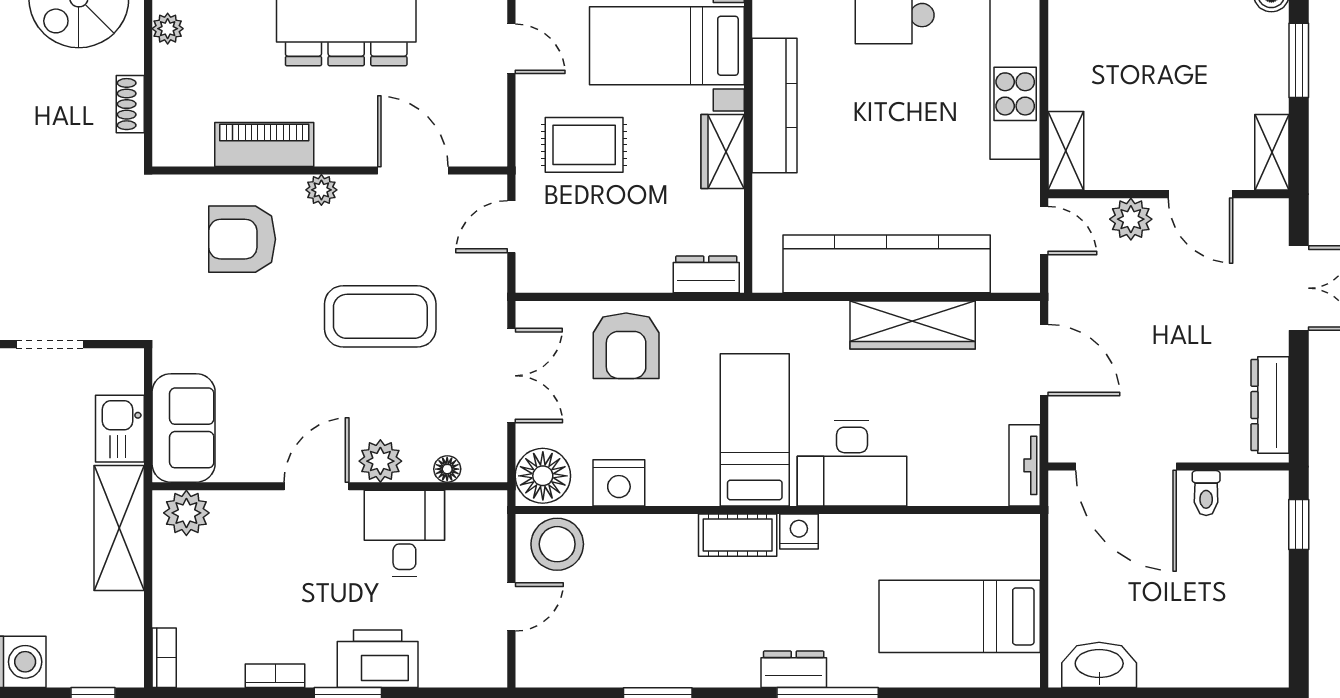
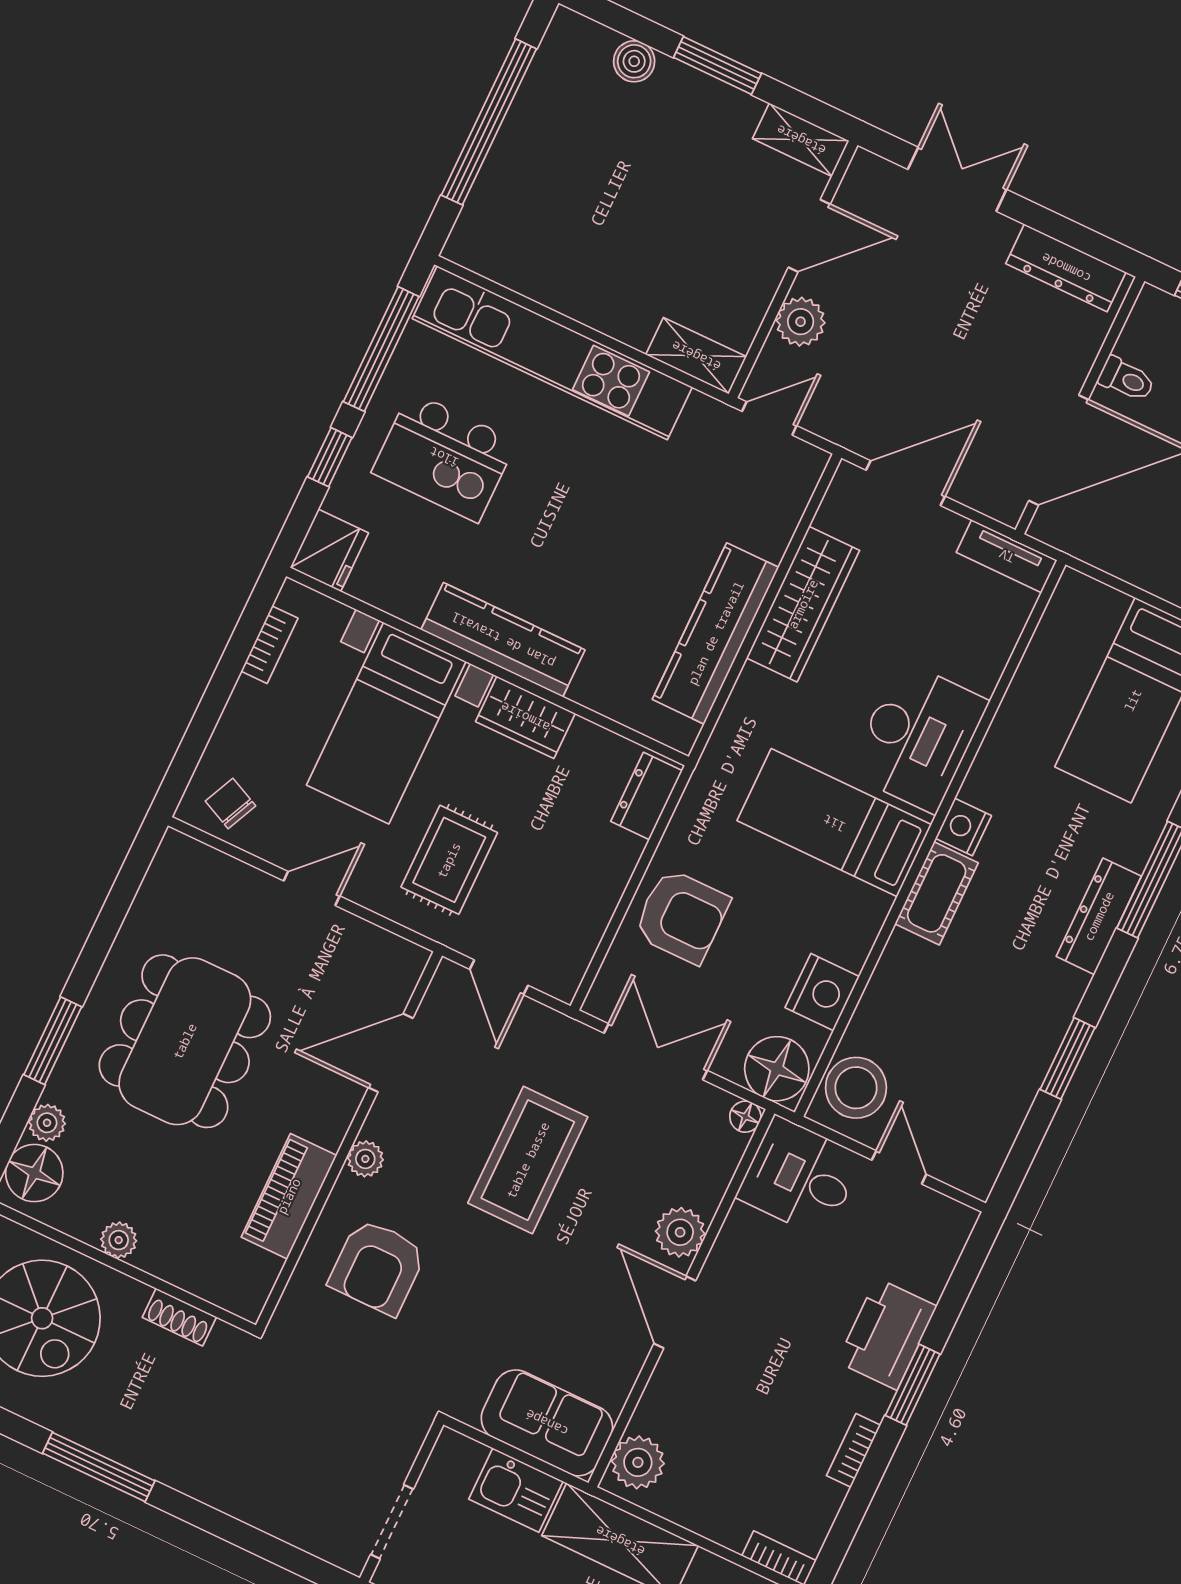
kitchen counter: (887, 264) -> (716, 633), width x0.72, depth x0.86
floor lamp: (447, 469) -> (745, 1117), moved
desk: (404, 533) -> (800, 1177), moved
dresser: (794, 669) -> (1099, 916), width x1.44

